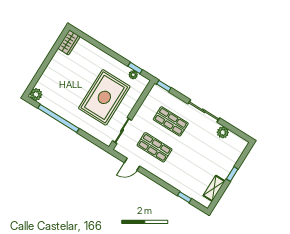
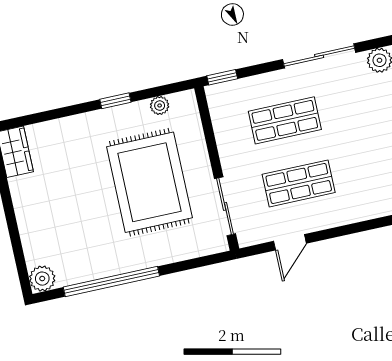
window: (135, 68) -> (115, 101), moved

